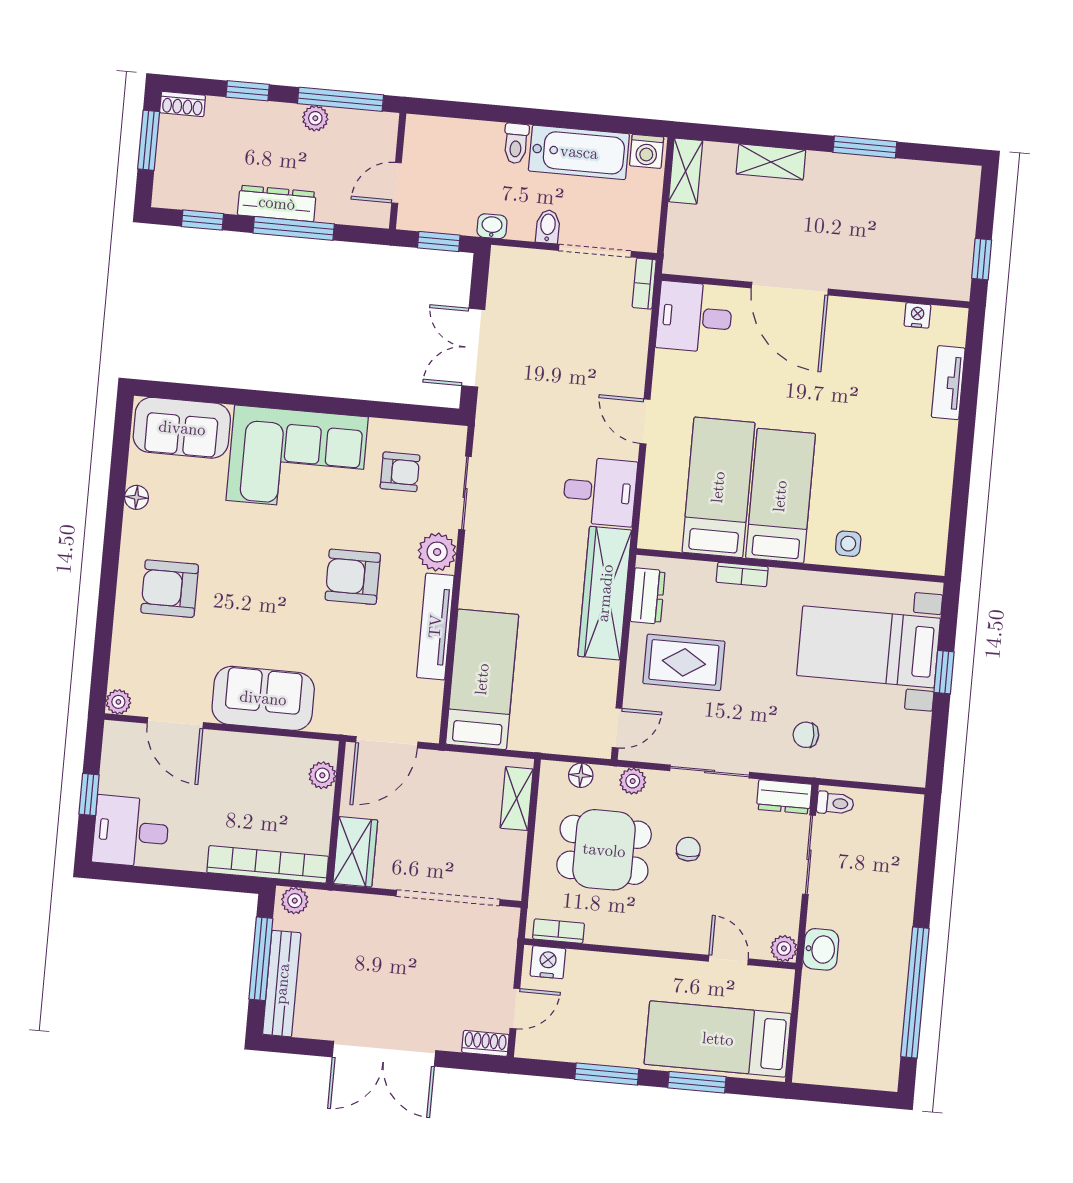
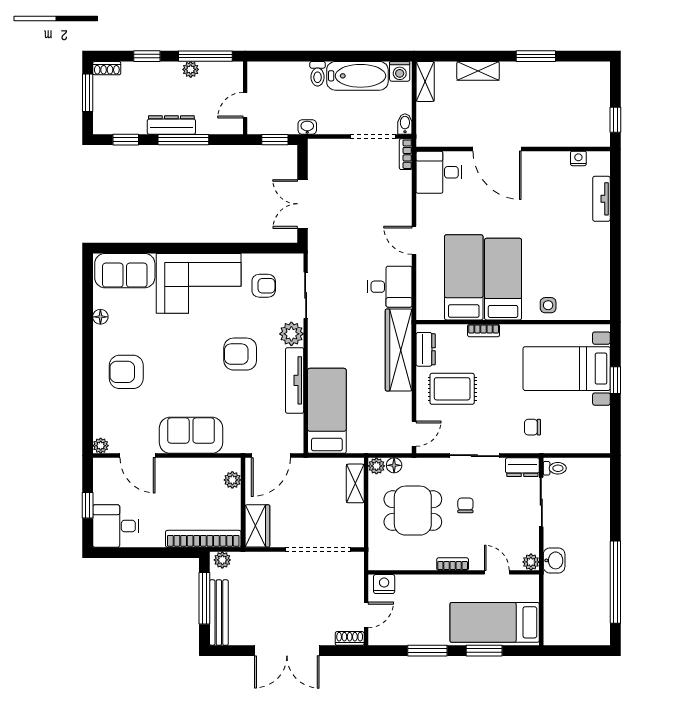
bidet: (548, 227) -> (405, 124), moved
plant: (633, 781) -> (376, 466), moved
bookcase: (559, 931) -> (453, 564), moved

